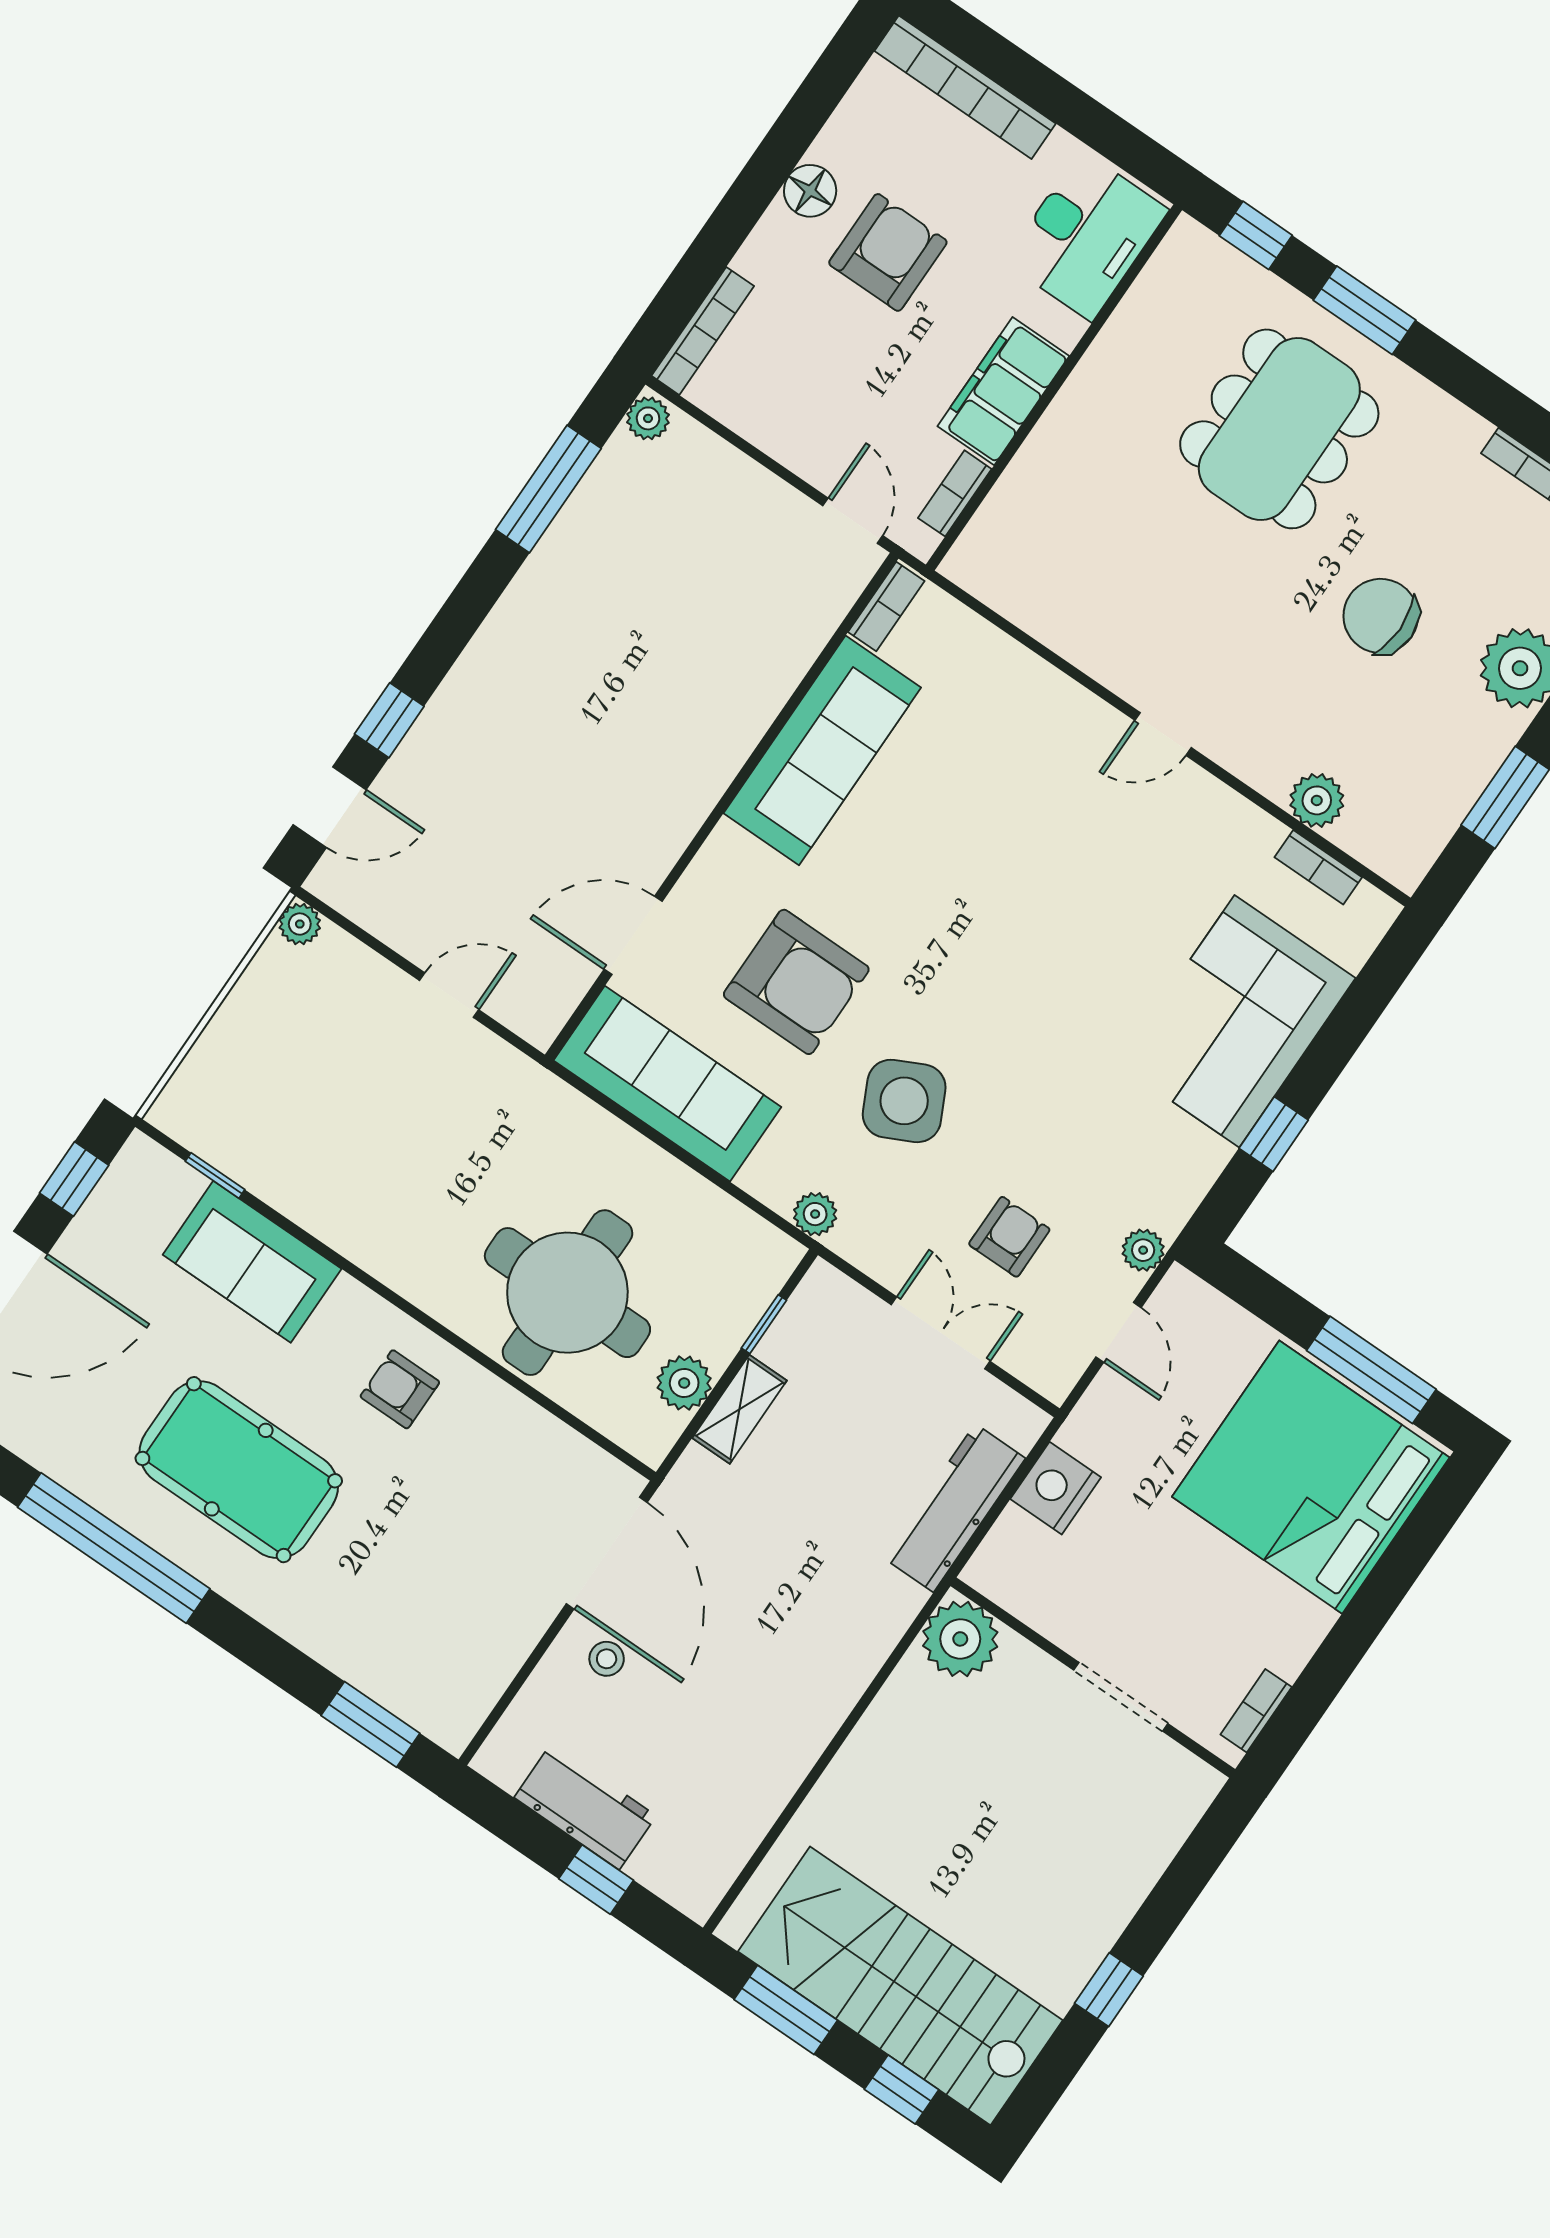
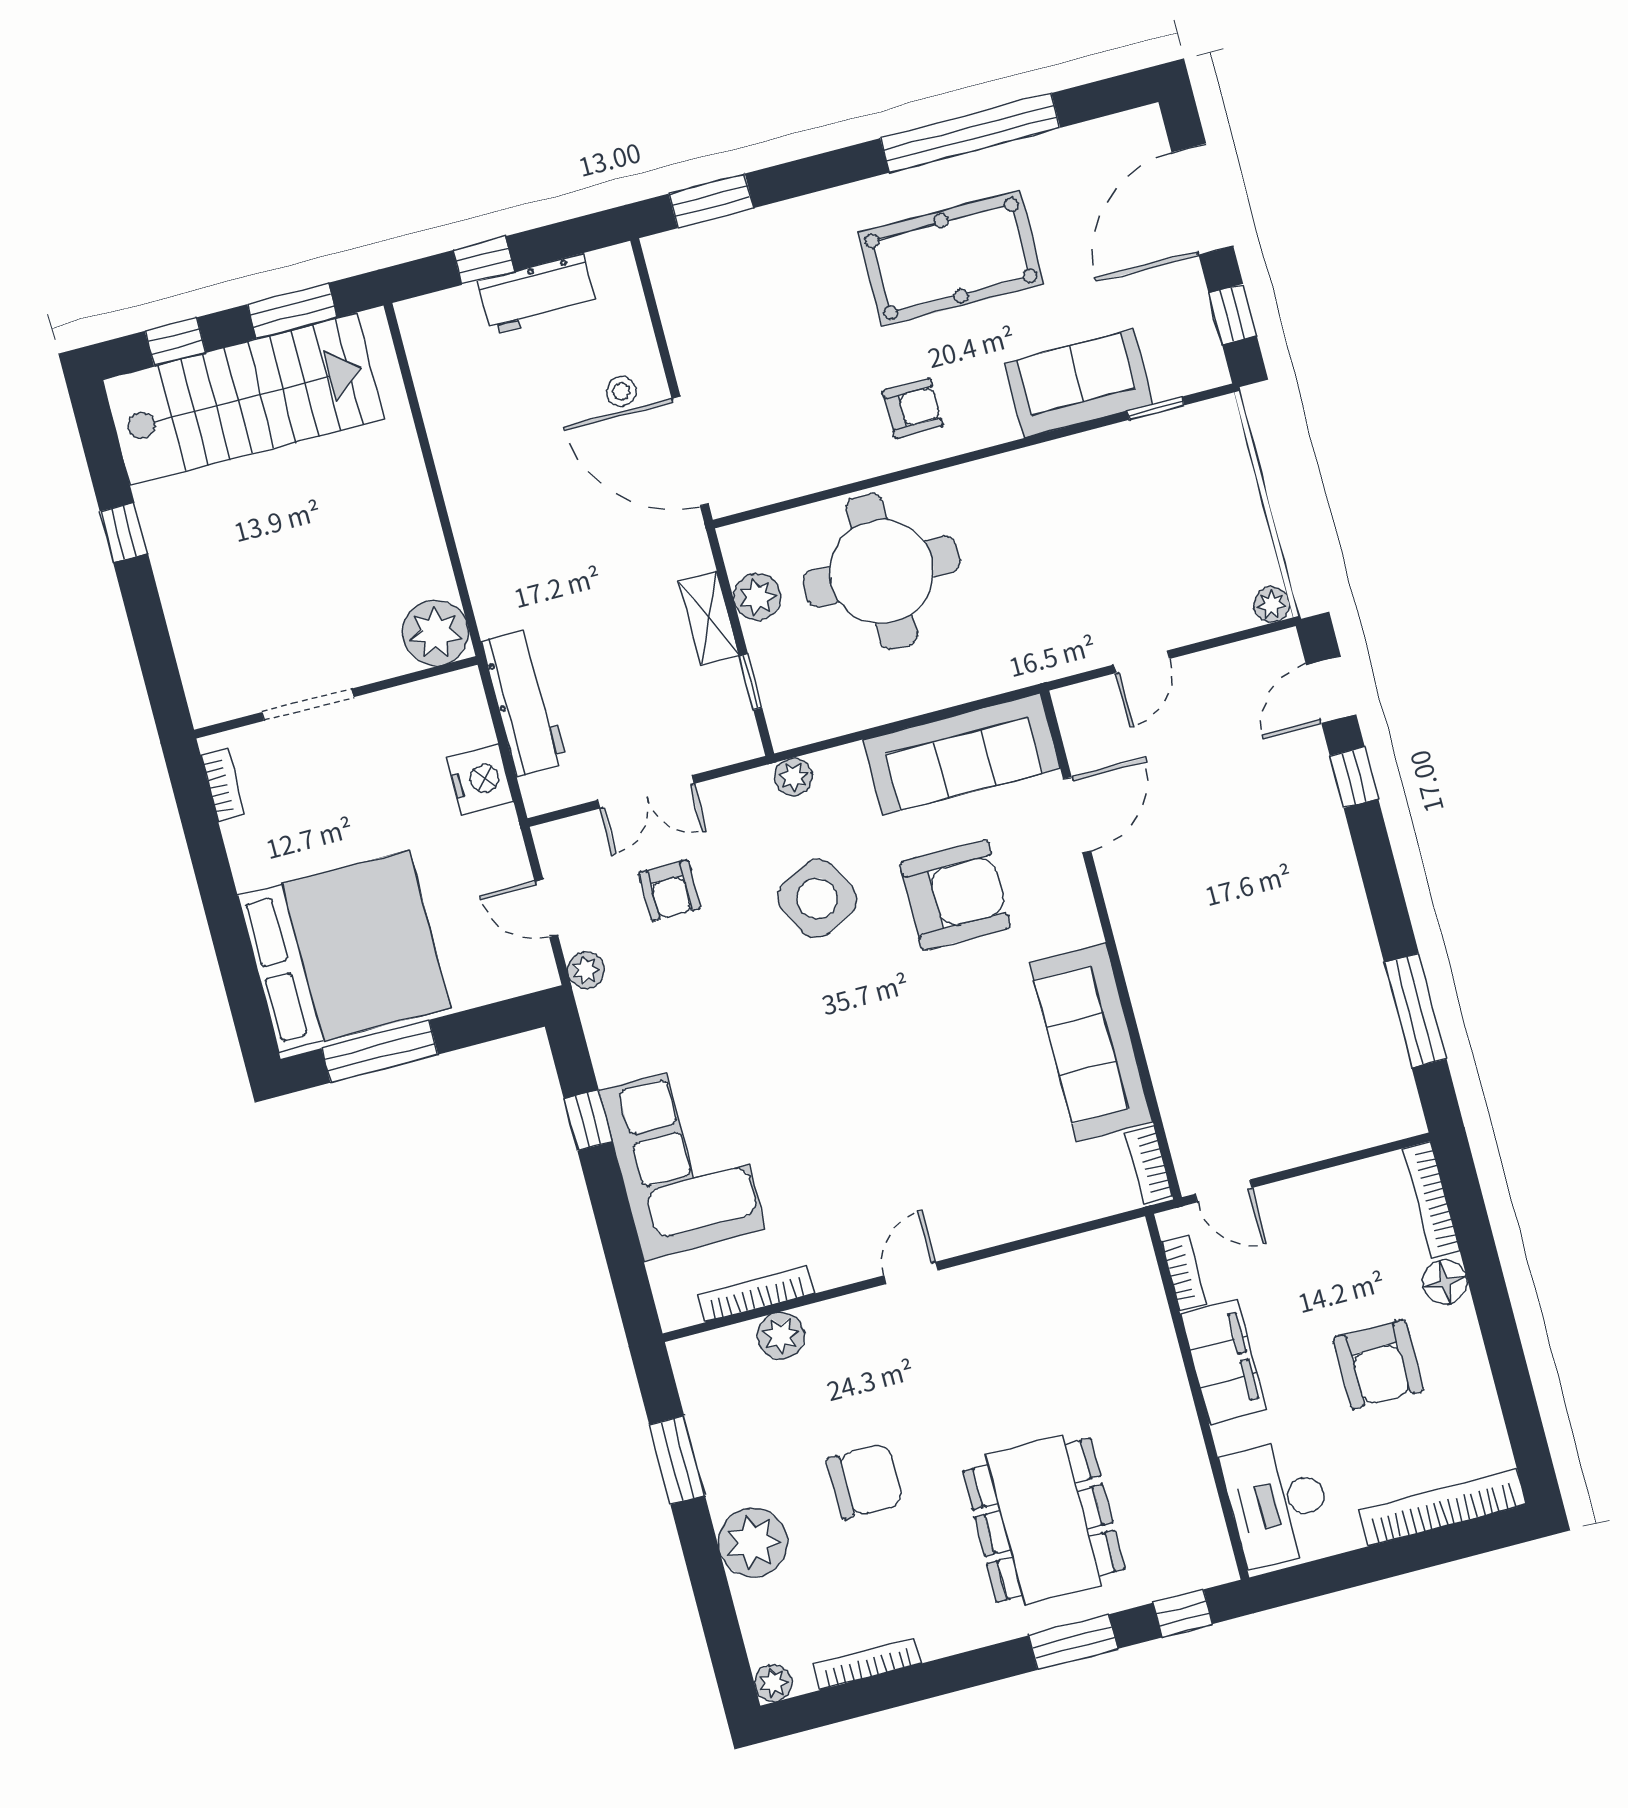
floor lamp: (810, 191) -> (1445, 1282), moved
plant: (648, 418) -> (1405, 1115), removed
bookcase: (1318, 867) -> (756, 1294), width x1.56
armchair: (796, 982) -> (955, 895), turned 180

